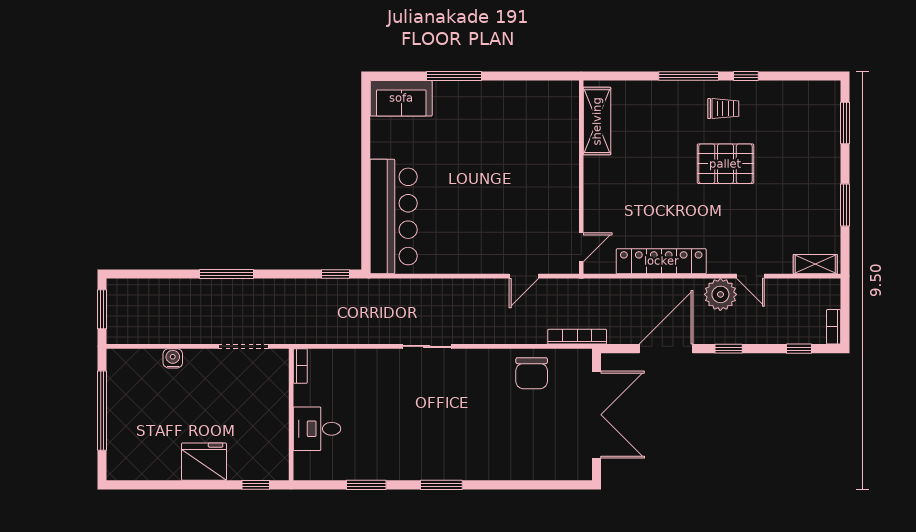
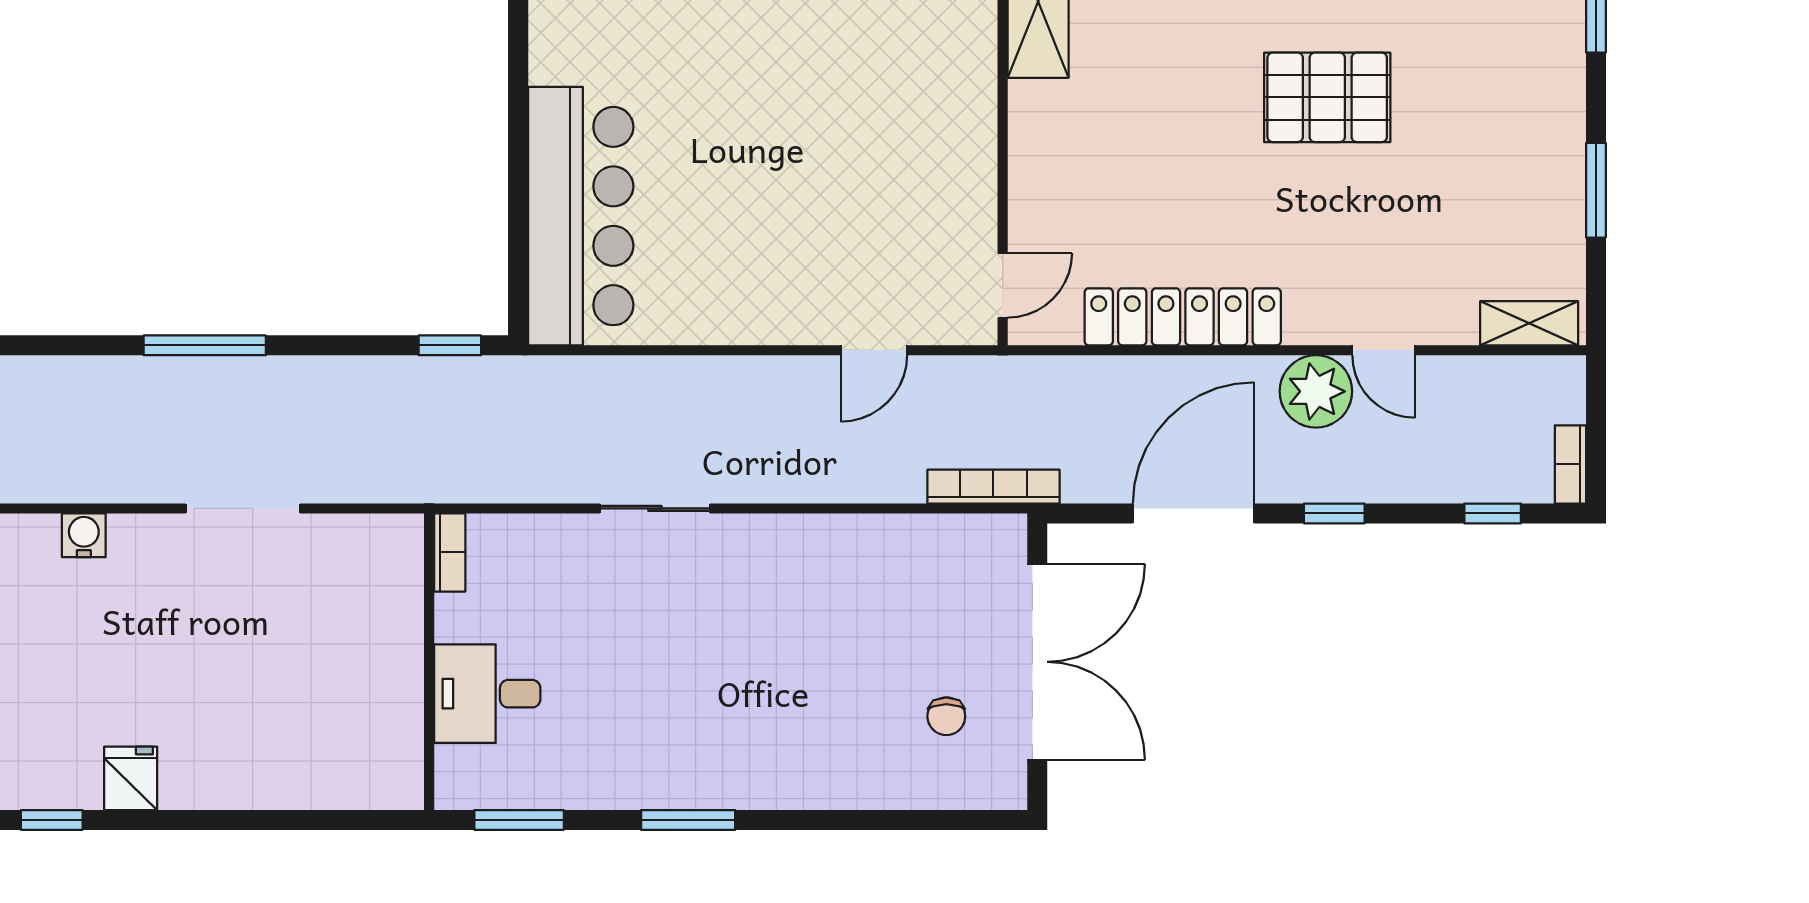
bookcase: (300, 366) -> (450, 552), moved
chair: (532, 373) -> (946, 716), moved, width x0.54, depth x0.54
wall: (291, 415) -> (429, 662), moved
desk: (317, 429) -> (487, 694), moved
fridge: (204, 462) -> (131, 778), width x0.53, depth x0.75
window: (256, 485) -> (52, 820), moved

